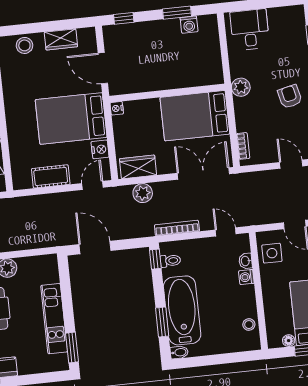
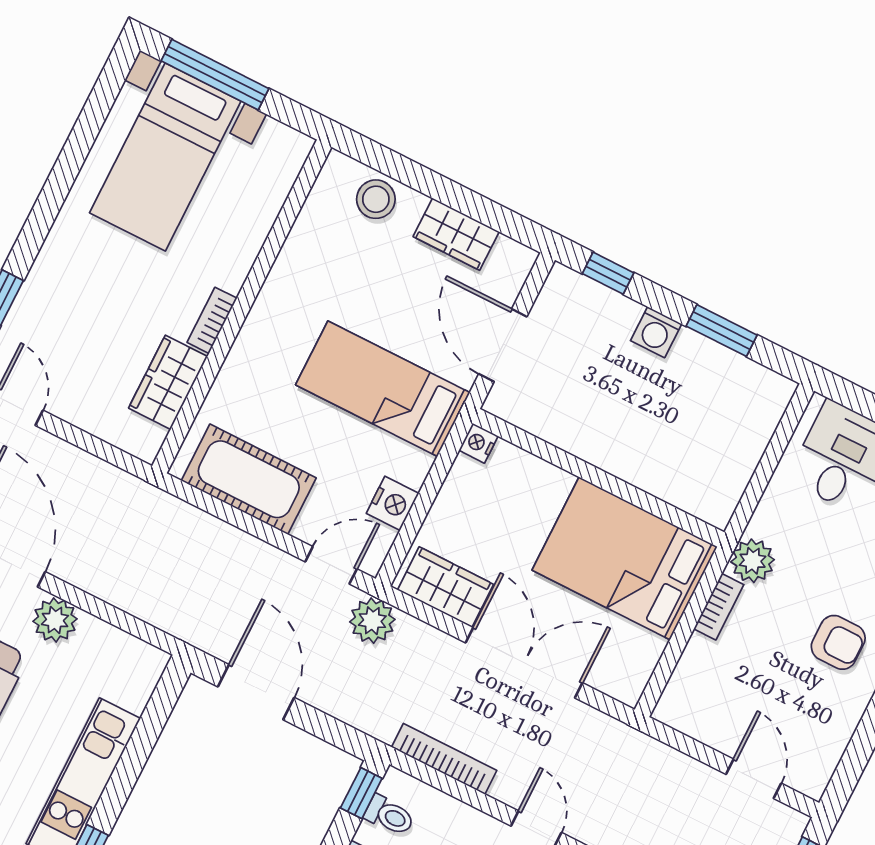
washing machine: (189, 25) -> (656, 332), moved
armchair: (290, 96) -> (838, 642), turned 103
bed: (71, 118) -> (383, 389), width x0.67
bookcase: (243, 146) -> (719, 607), moved
double door: (203, 174) -> (524, 663), moved
cot: (51, 176) -> (249, 479), width x1.37, depth x1.34
plant: (143, 193) -> (372, 621), moved

